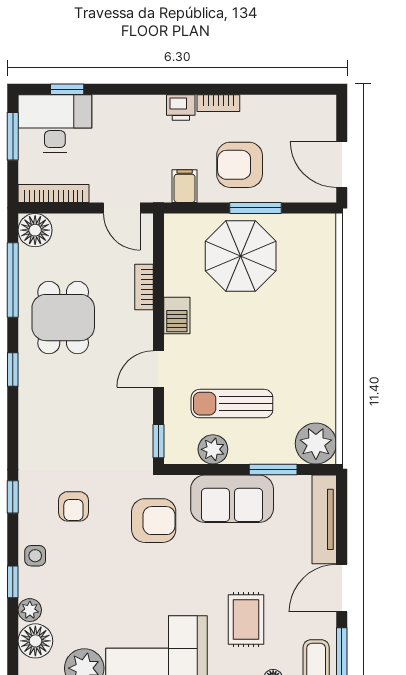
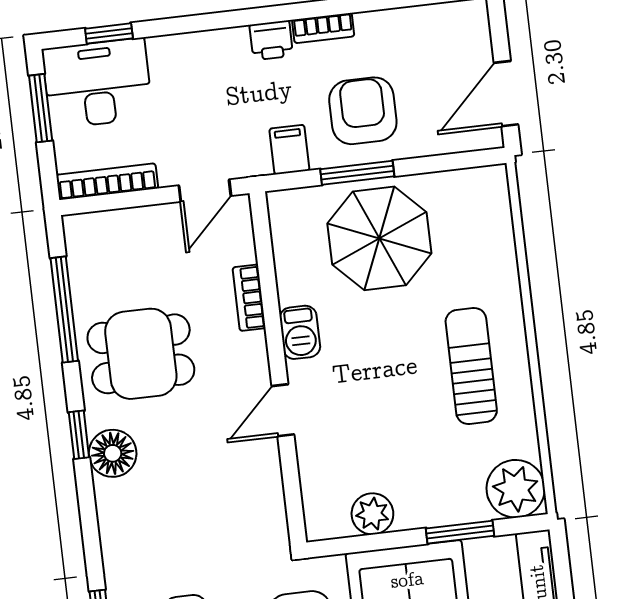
armchair: (240, 165) -> (363, 111), turned 90
door: (342, 165) -> (506, 94), hinge flipped
door: (122, 208) -> (205, 191), hinge flipped
window: (256, 208) -> (357, 173), moved
floor lamp: (35, 230) -> (113, 453), moved
dining table: (63, 318) -> (141, 354), turned 90
sun lounger: (232, 404) -> (471, 366), moved, turned 90
window: (158, 441) -> (295, 511), removed

